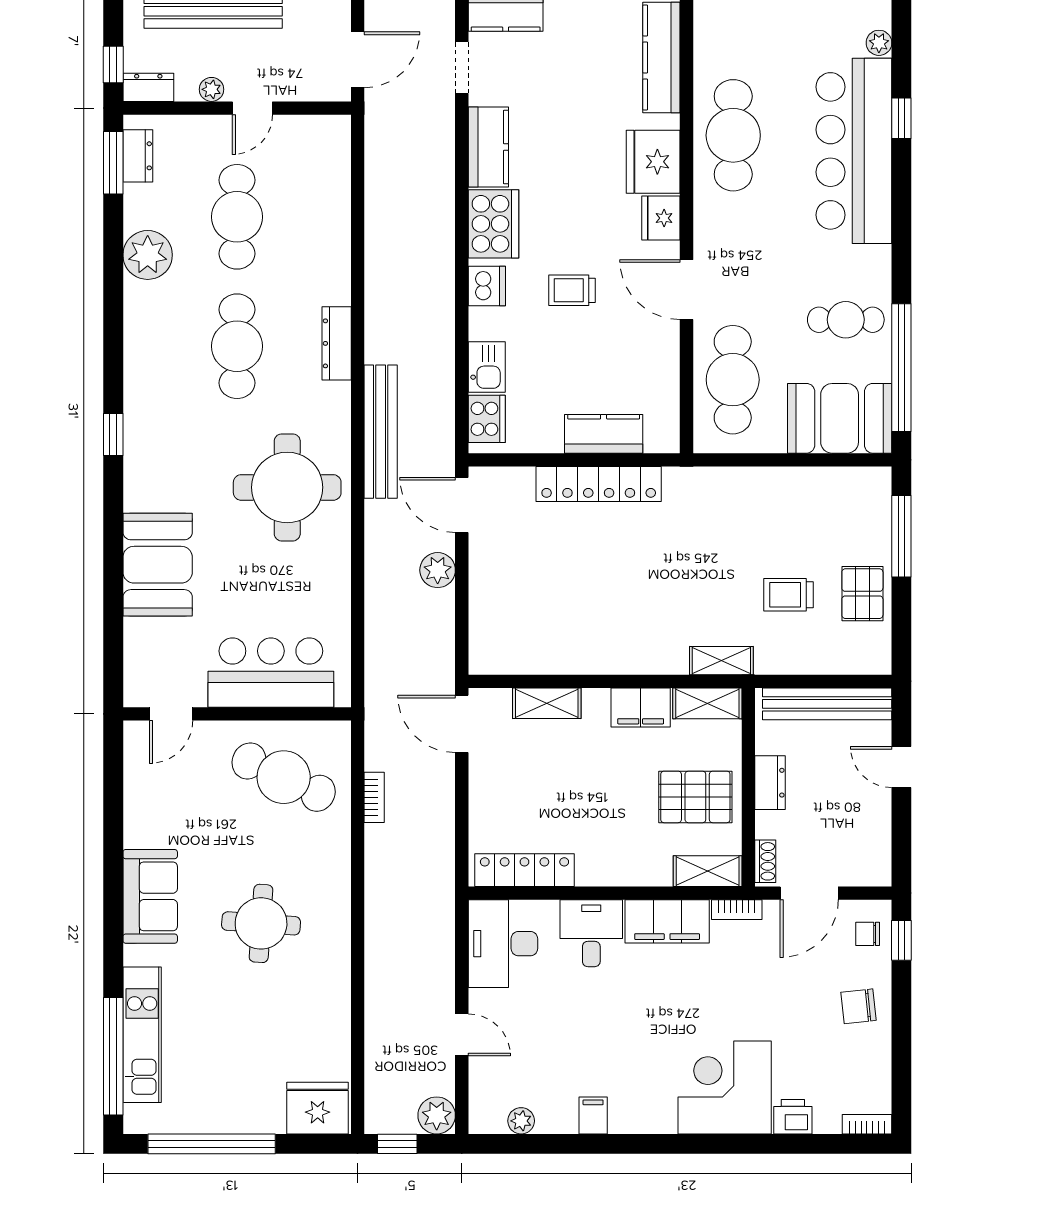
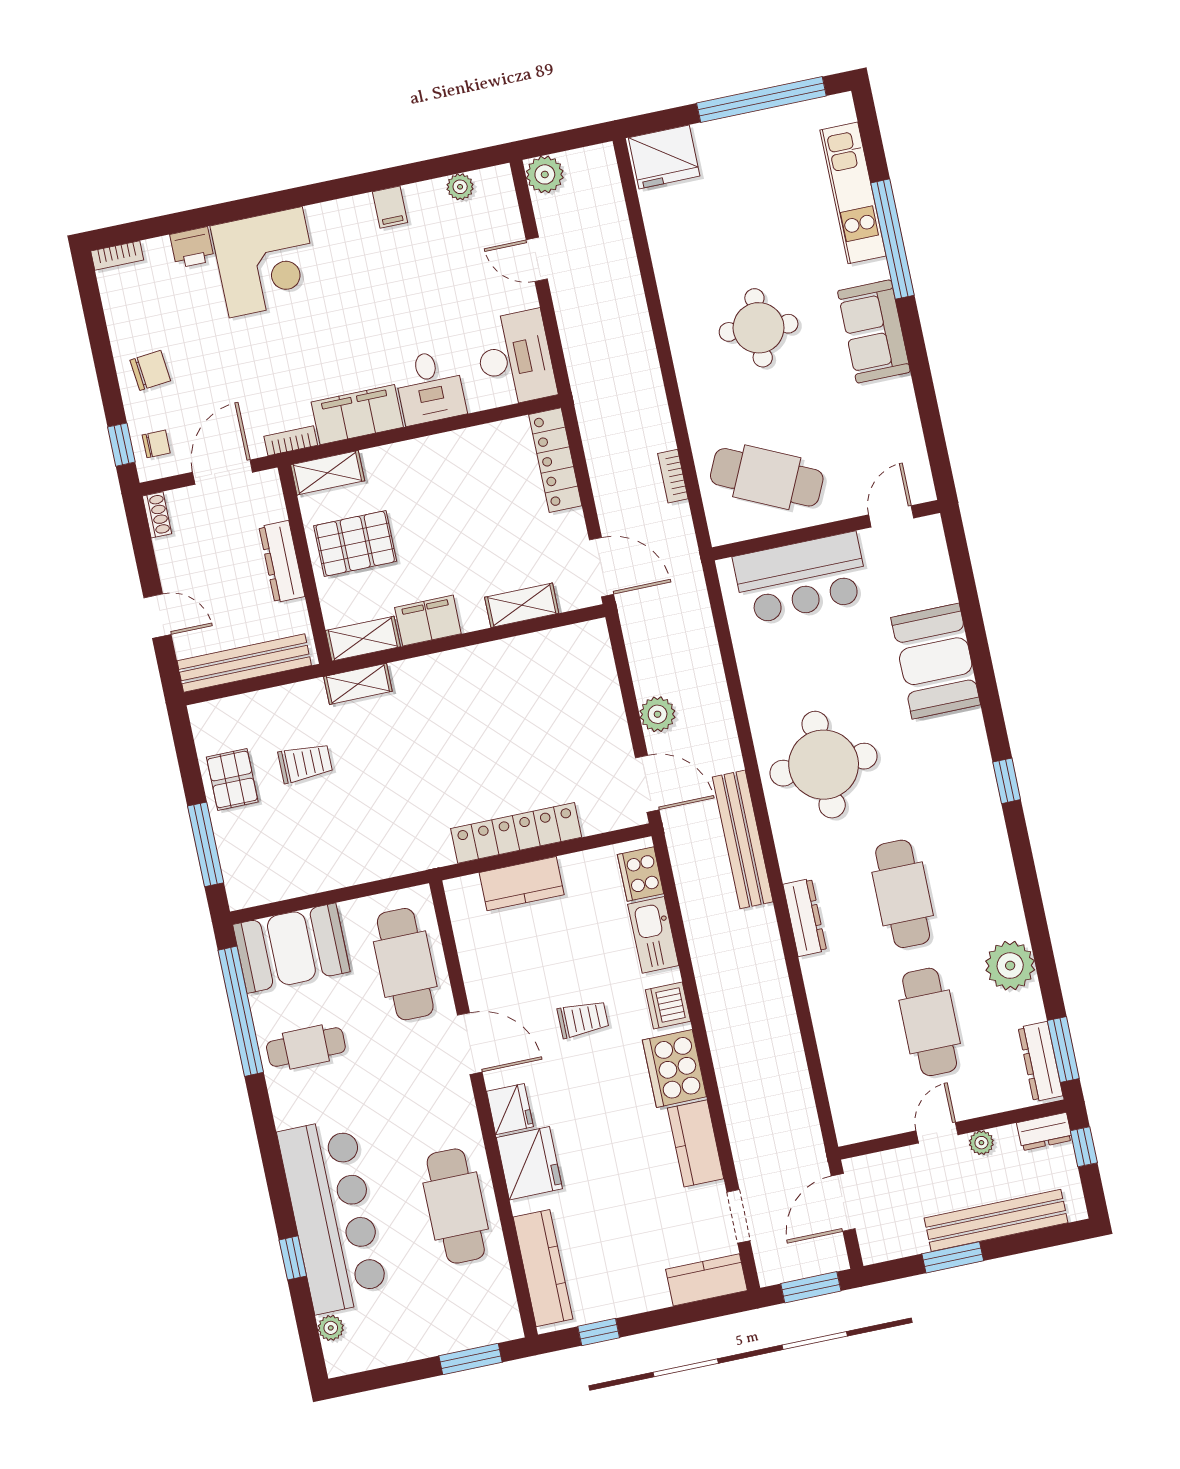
dresser: (138, 156) -> (1041, 1062), width x1.44
kitchen sink: (487, 367) -> (653, 935), width x1.38
dresser: (770, 783) -> (282, 562), width x1.44
shoe rack: (765, 861) -> (157, 515), moved, turned 180
locker: (524, 870) -> (555, 460), moved, turned 90
window: (113, 1056) -> (893, 239), moved
window: (397, 1144) -> (578, 138), removed

